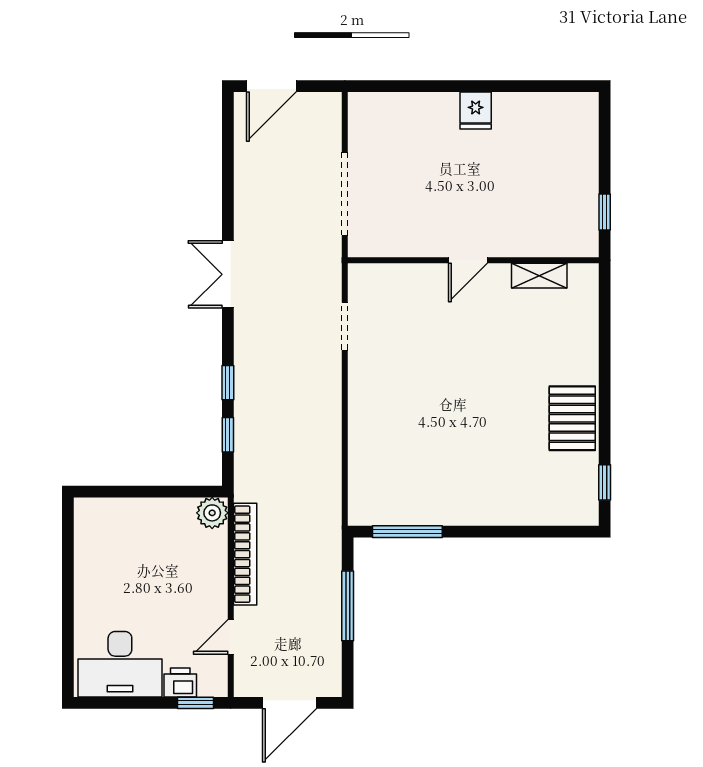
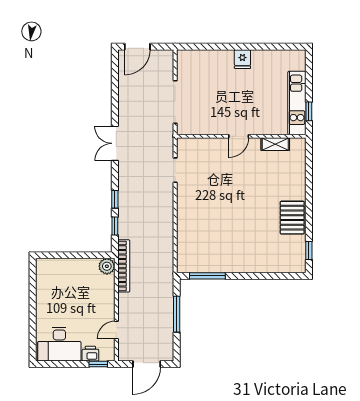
kitchen unit: (582, 196) -> (297, 103), added
bookcase: (245, 554) -> (124, 266), moved

